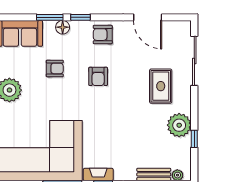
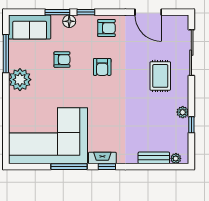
armchair: (103, 35) -> (106, 28), turned 180
plant: (179, 125) -> (183, 112), width x0.53, depth x0.53

